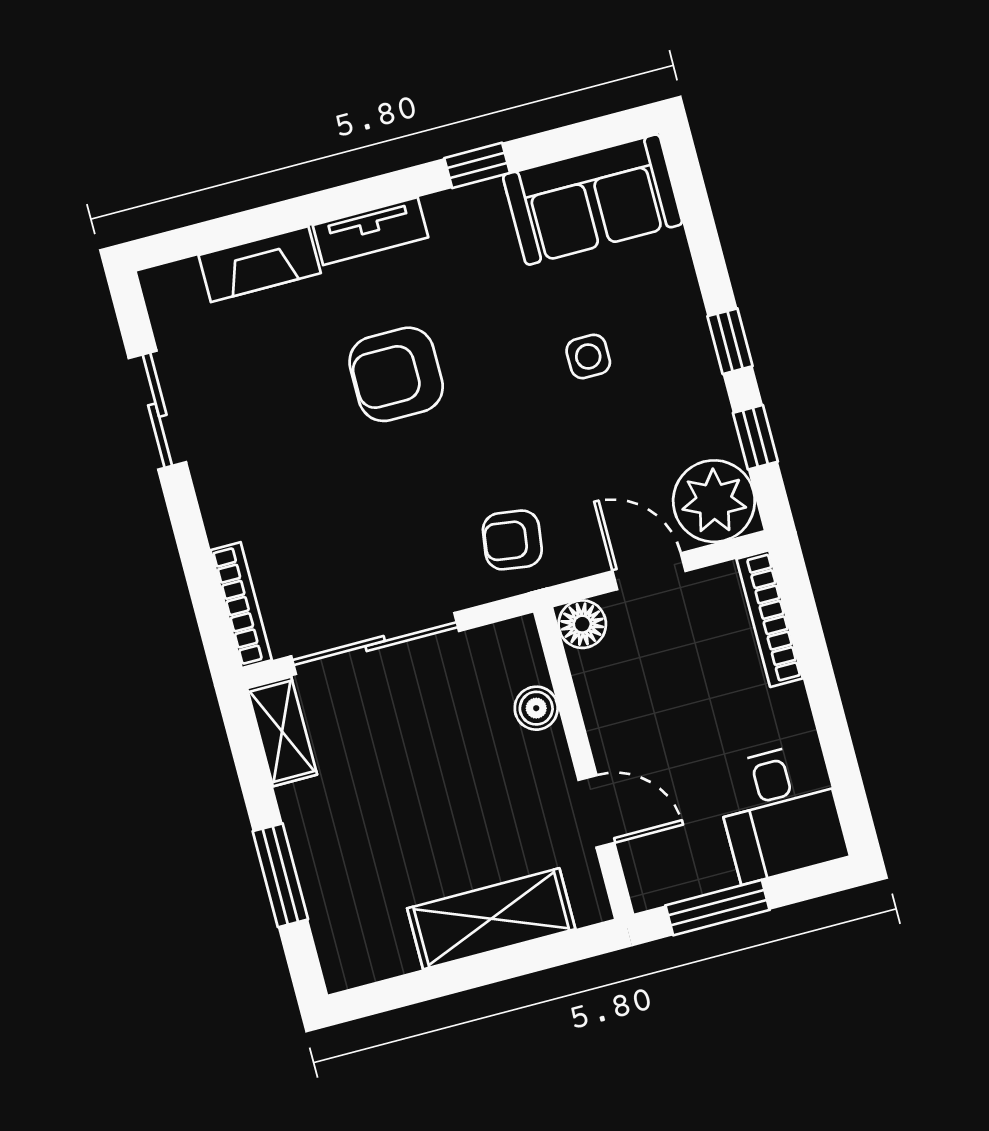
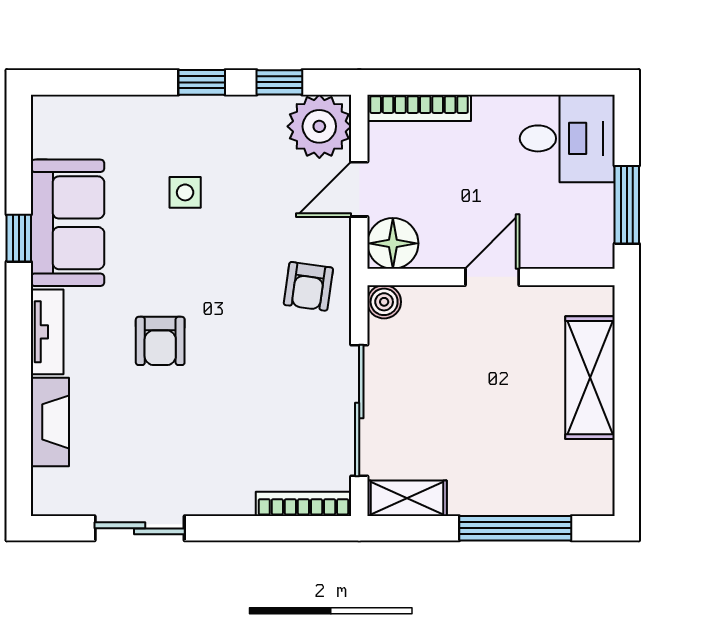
sofa: (593, 200) -> (68, 223), moved
armchair: (396, 374) -> (160, 341), width x0.72, depth x0.72
floor lamp: (582, 624) -> (393, 243), width x1.38, depth x1.38
boiler: (536, 708) -> (384, 302), moved
door: (596, 811) -> (492, 277), moved
window: (280, 875) -> (515, 528), width x1.44

